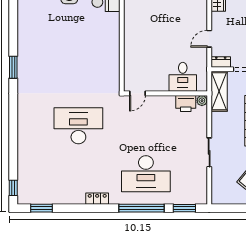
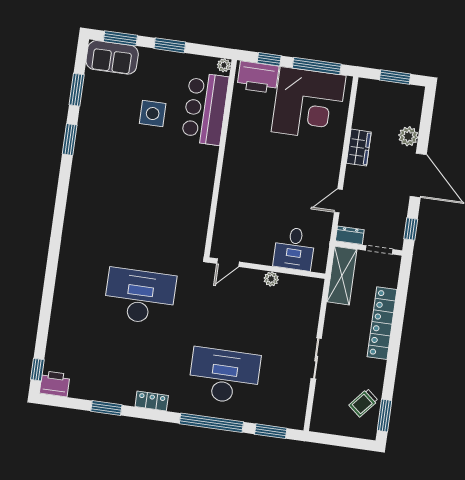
window: (13, 67) -> (70, 139), moved
plant: (202, 101) -> (271, 279), moved
printer: (186, 103) -> (55, 384), moved, turned 180
desk: (146, 174) -> (224, 376), turned 180
window: (42, 208) -> (106, 408), moved

